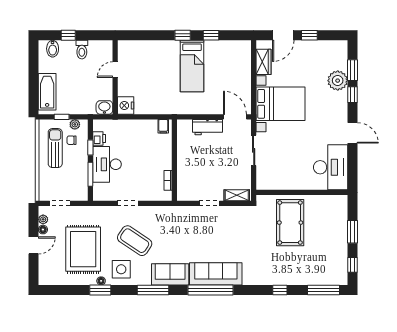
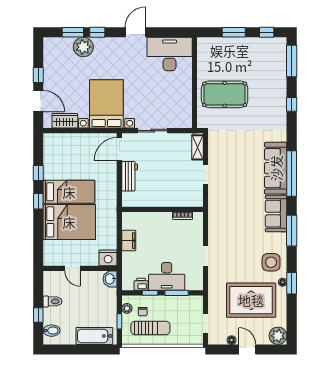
bed: (162, 67) -> (69, 222), added
filing cabinet: (163, 126) -> (129, 241), moved, width x2.00
sun lounger: (55, 148) -> (150, 328), turned 180
plant: (43, 219) -> (278, 336), moved, width x1.88, depth x1.88
coffee table: (135, 241) -> (243, 249), removed

